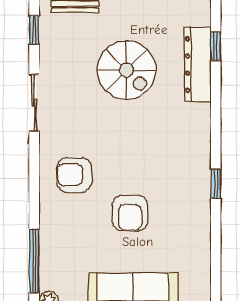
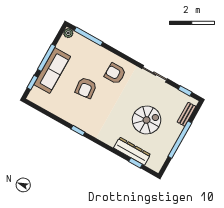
spiral stairs: (126, 70) -> (147, 120), turned 180
armchair: (74, 175) -> (115, 74), turned -90
armchair: (130, 213) -> (86, 88), turned -96

